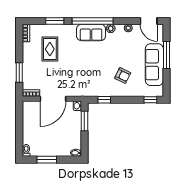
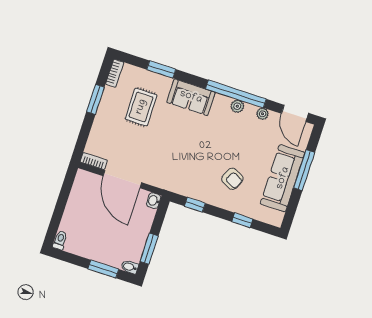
window: (93, 21) -> (236, 94), moved
sofa: (91, 32) -> (191, 97), moved
window: (19, 72) -> (95, 99), moved
door: (53, 99) -> (122, 179), hinge flipped
window: (150, 100) -> (242, 220), moved
window: (84, 121) -> (149, 249), moved
window: (47, 160) -> (103, 269), moved

